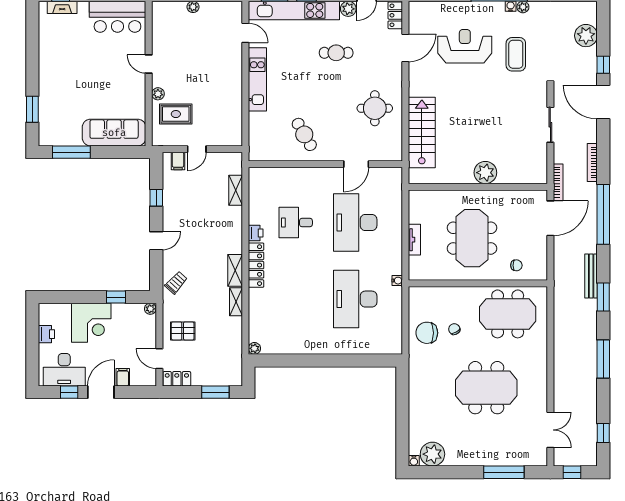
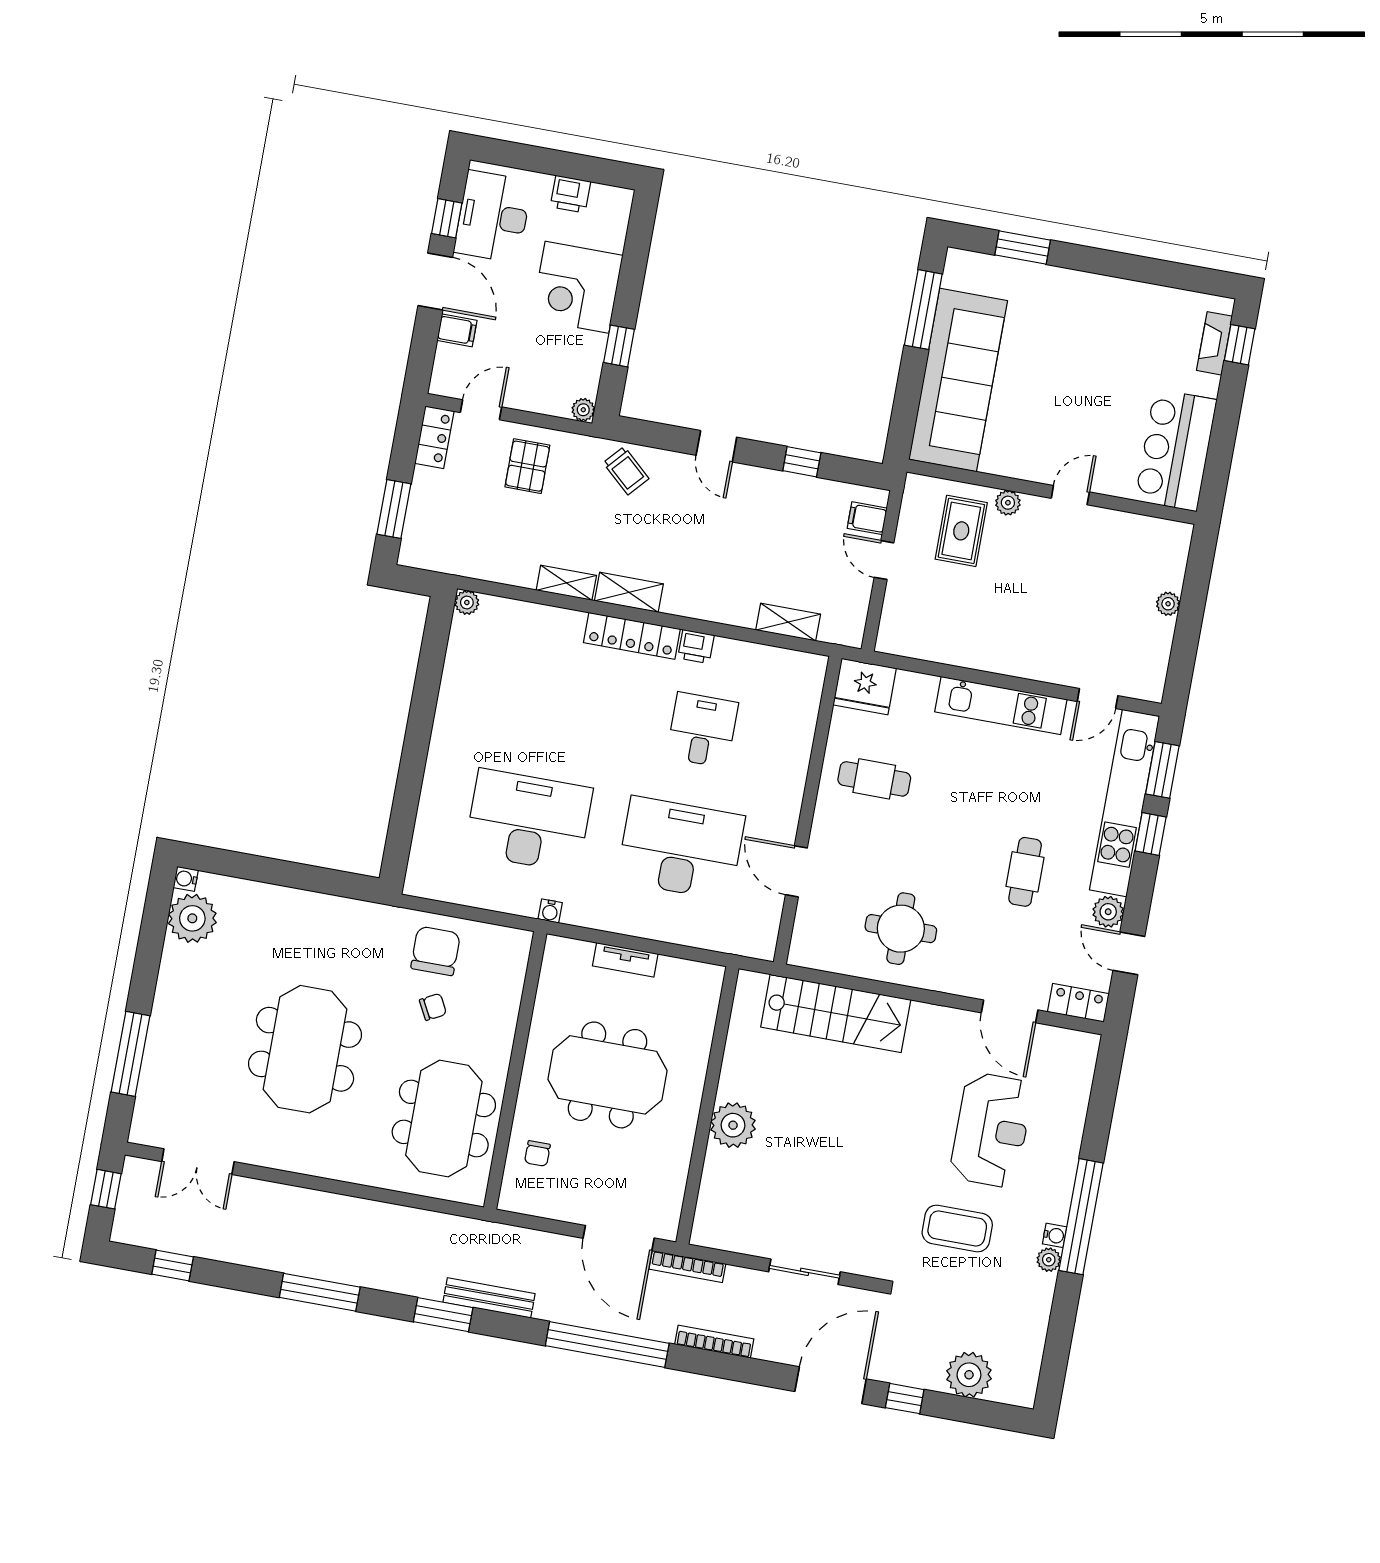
sofa: (114, 133) -> (958, 380), width x1.36, depth x1.27
cafe table: (304, 134) -> (874, 779), turned 30
fridge: (260, 147) -> (865, 686), added

